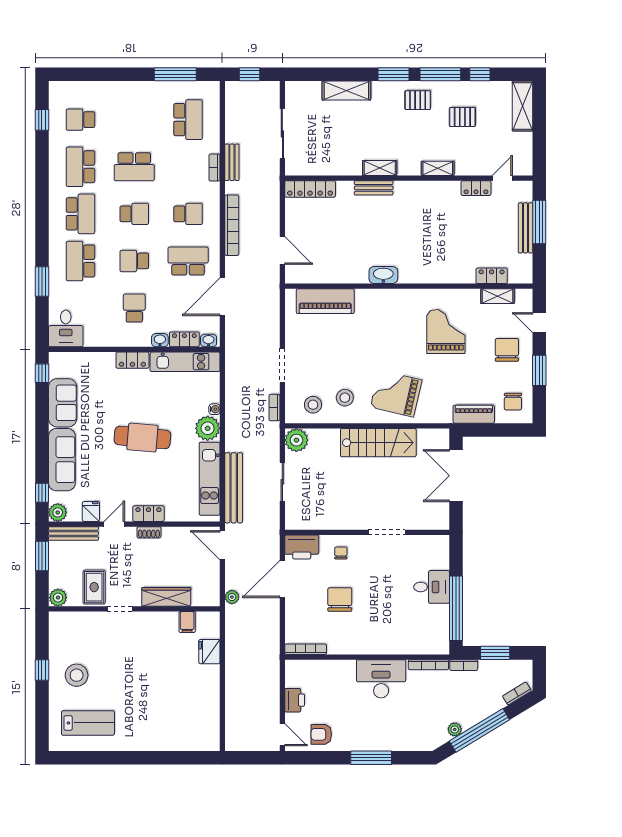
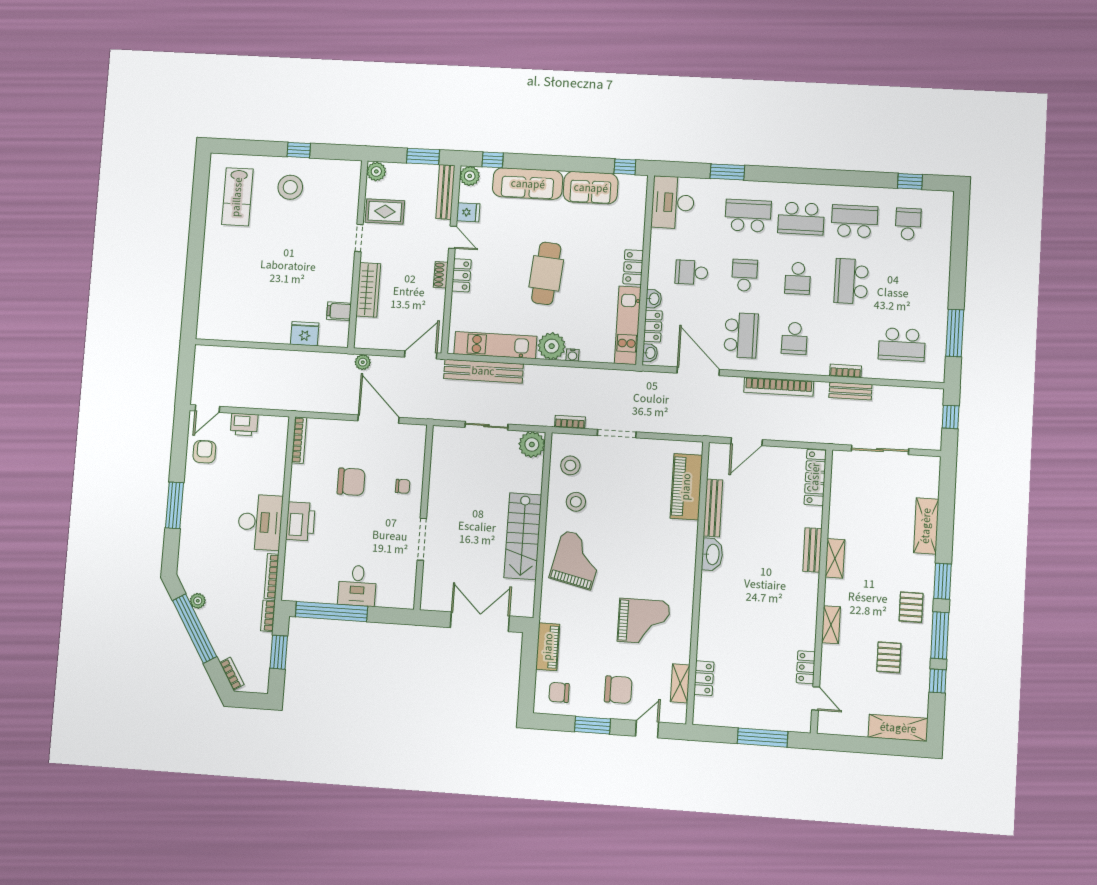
bench: (525, 228) -> (713, 508), moved, turned 90
school desk: (134, 308) -> (691, 272), turned 180
desk: (66, 328) -> (673, 202), width x1.37
printer: (302, 547) -> (300, 521), moved, turned 180

